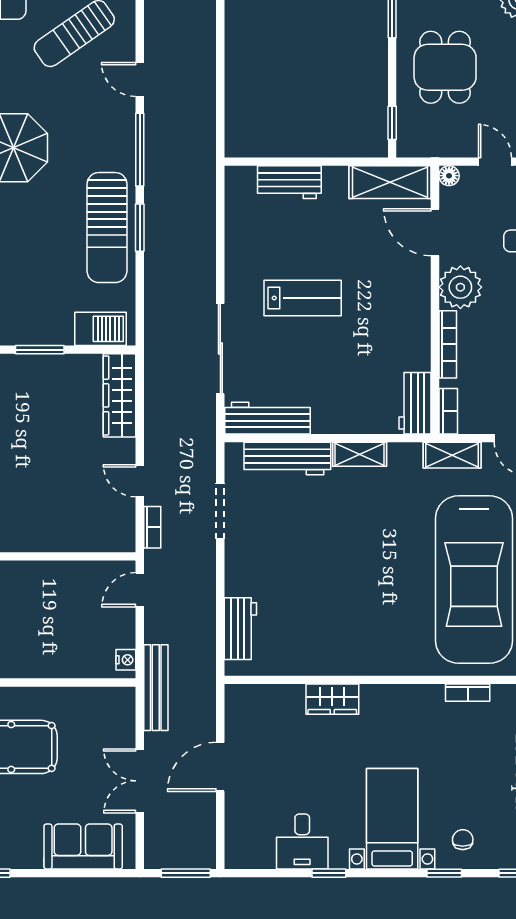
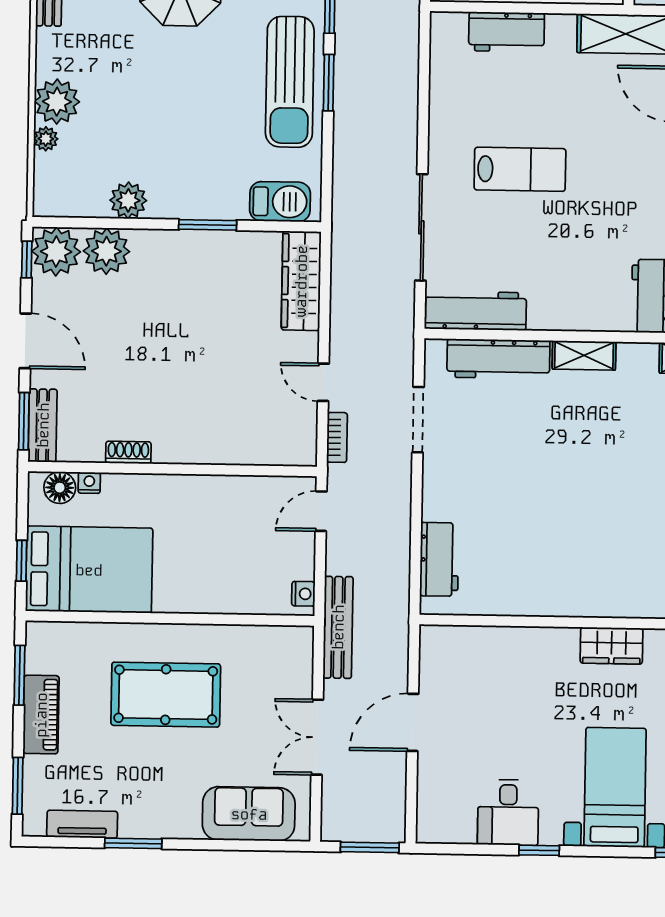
wardrobe: (332, 699) -> (612, 646), moved

